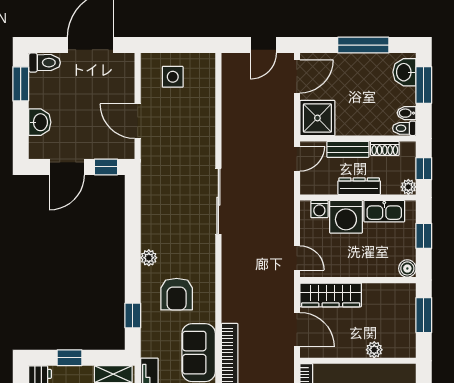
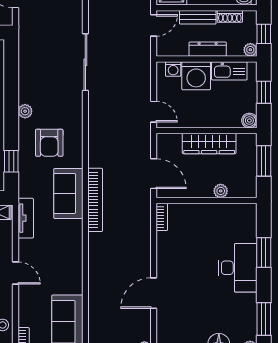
wardrobe: (331, 295) -> (209, 143), moved

